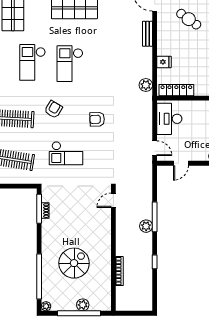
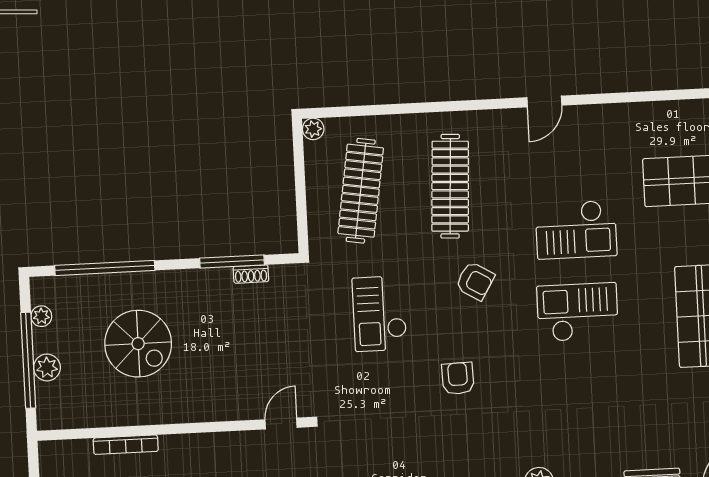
checkout: (33, 62) -> (576, 230), turned 180
door: (113, 200) -> (281, 424), hinge flipped
window: (39, 209) -> (232, 262), moved
plant: (46, 306) -> (41, 316), moved

